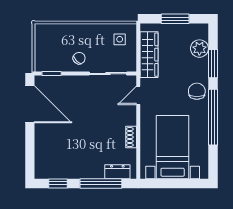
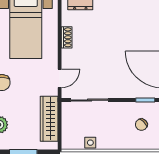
side table: (120, 39) -> (90, 143), moved
chair: (79, 58) -> (141, 125), moved

